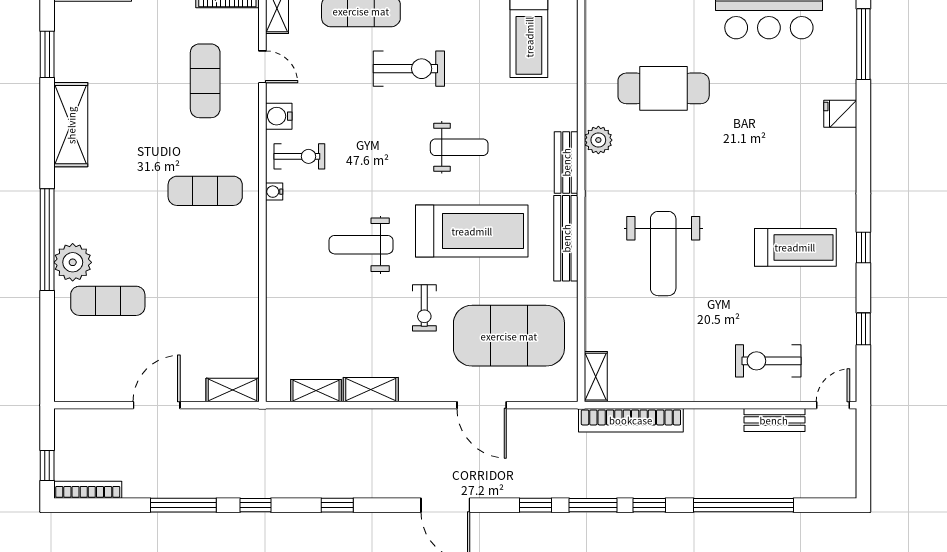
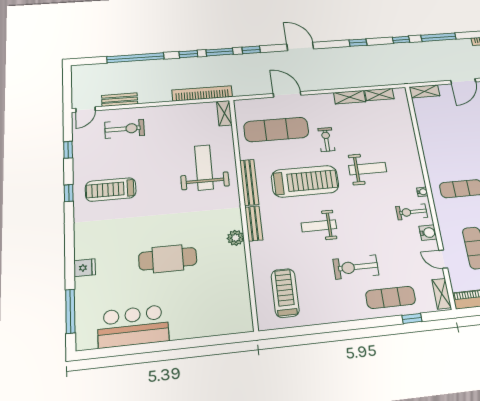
cafe table: (664, 88) -> (168, 259), moved
treadmill: (472, 231) -> (305, 181), turned 180
weight bench: (663, 254) -> (204, 167), moved
exercise mat: (509, 336) -> (276, 130), width x0.68

